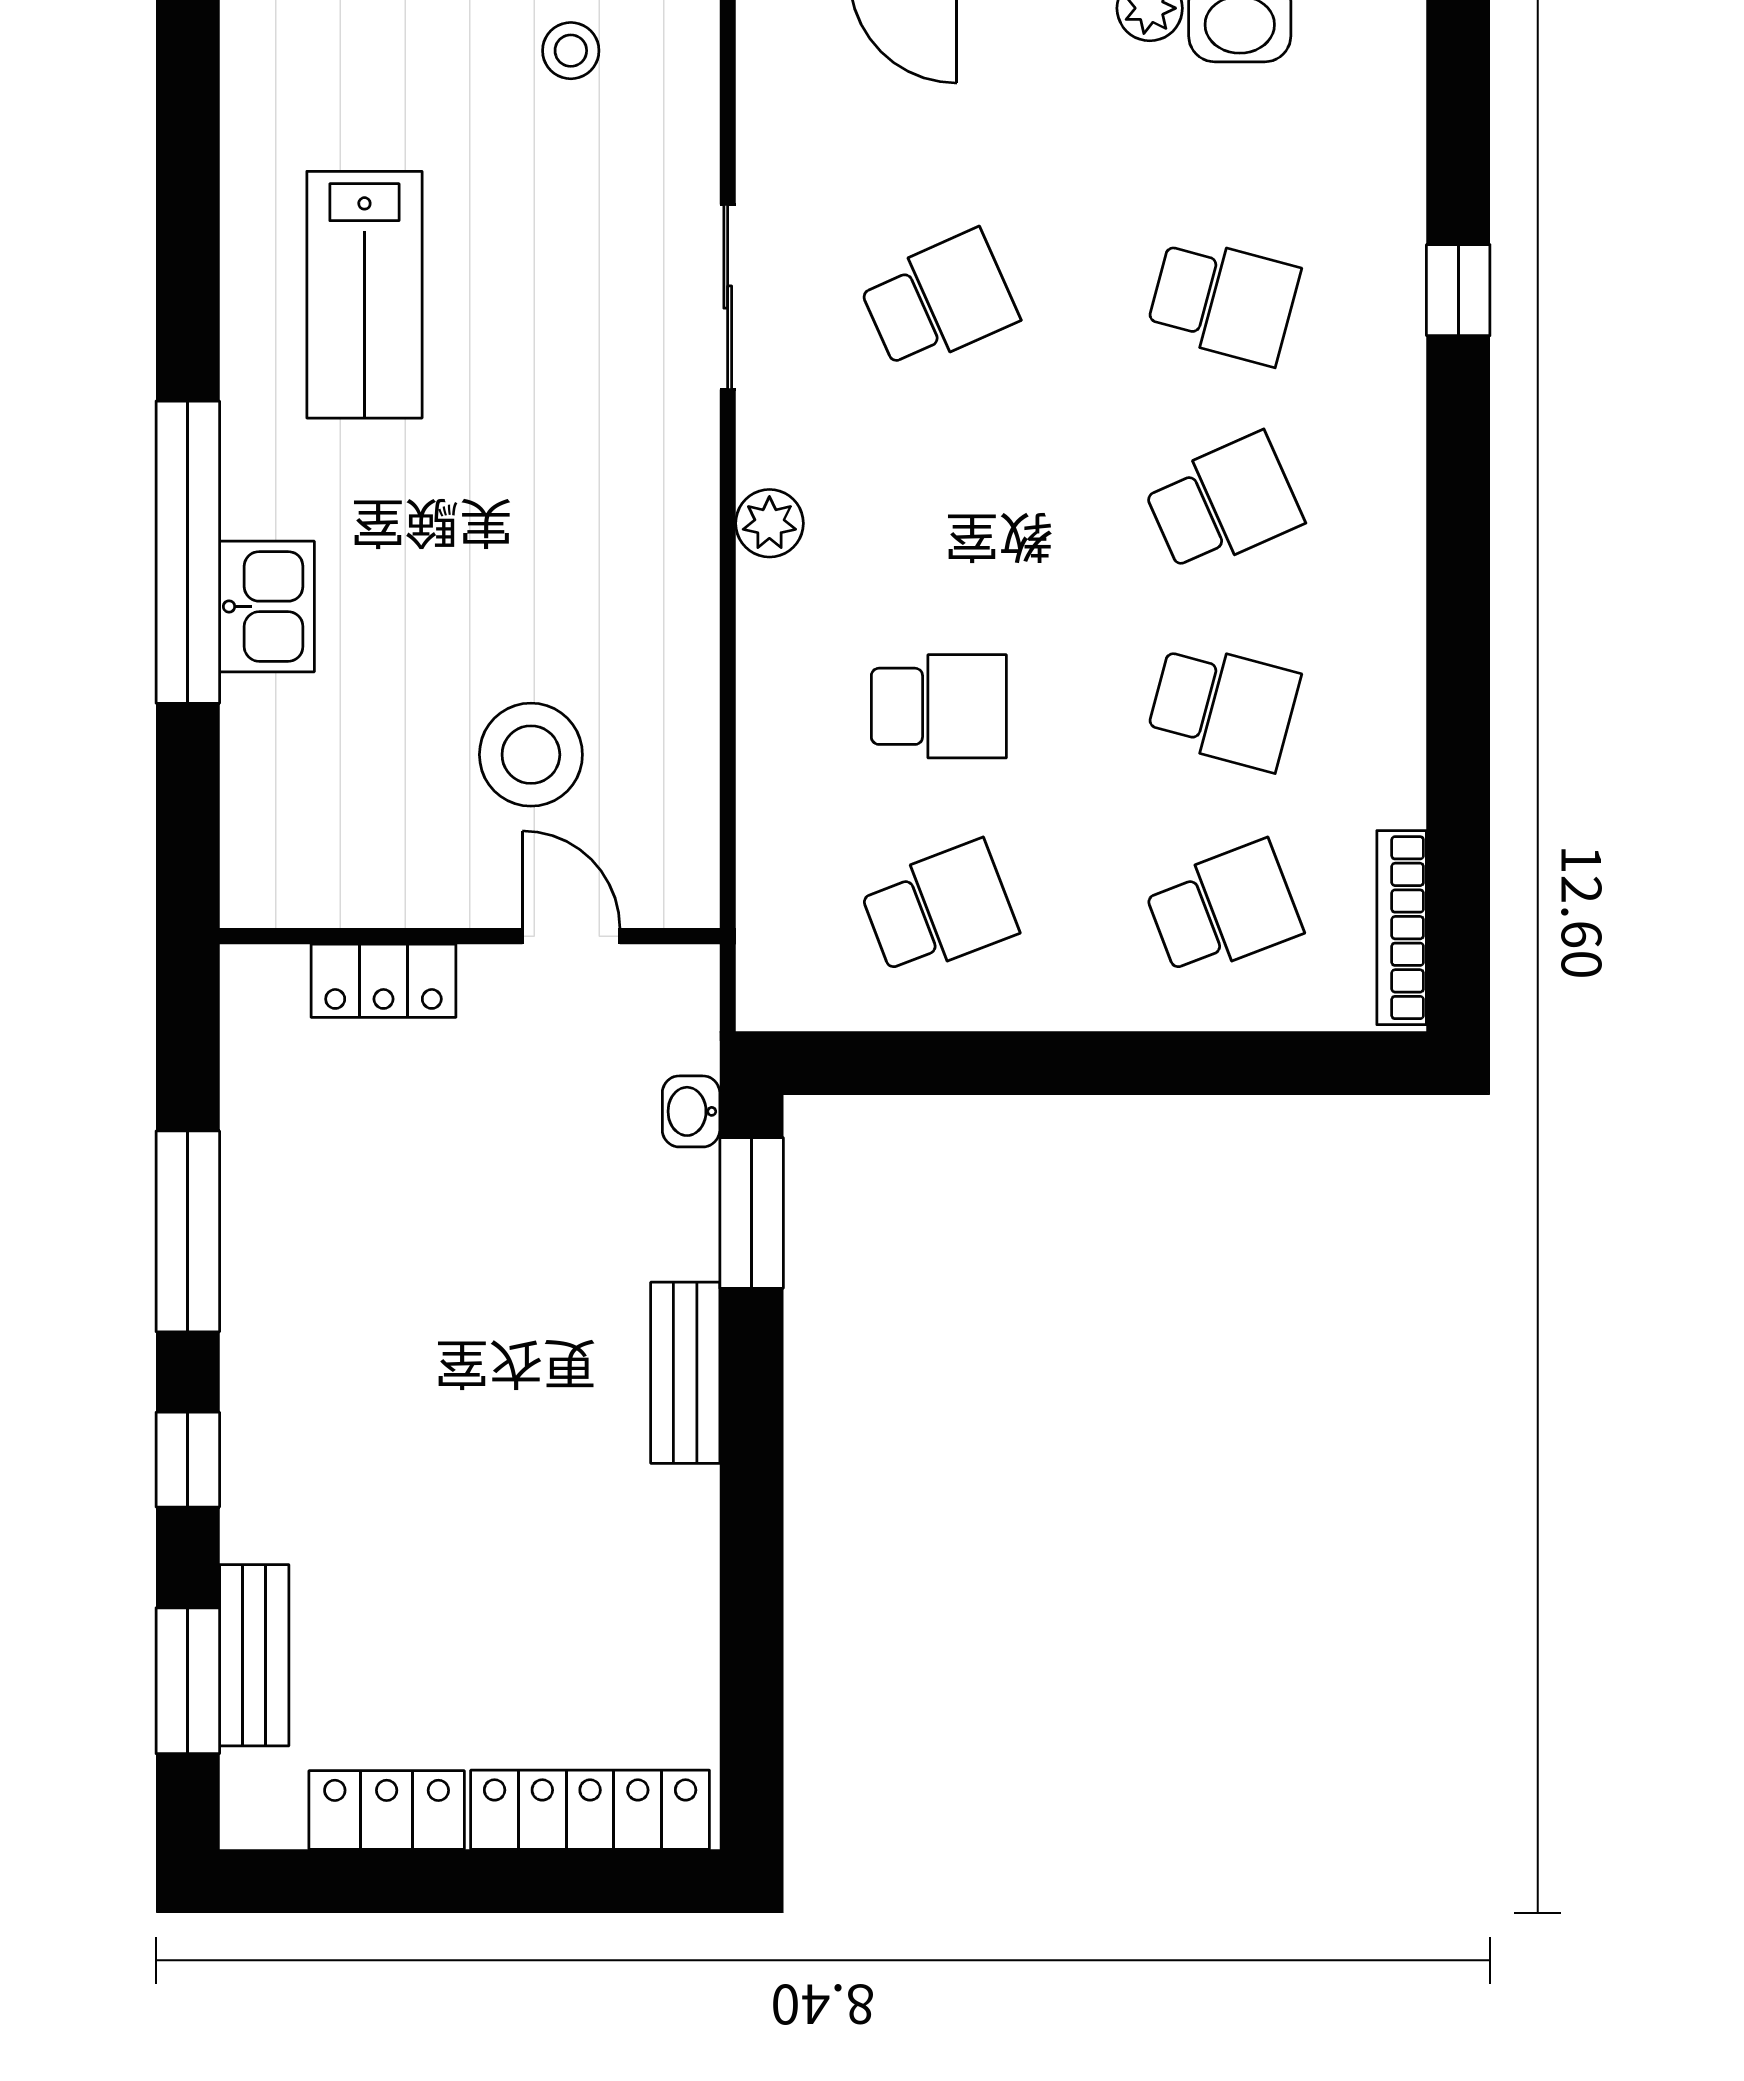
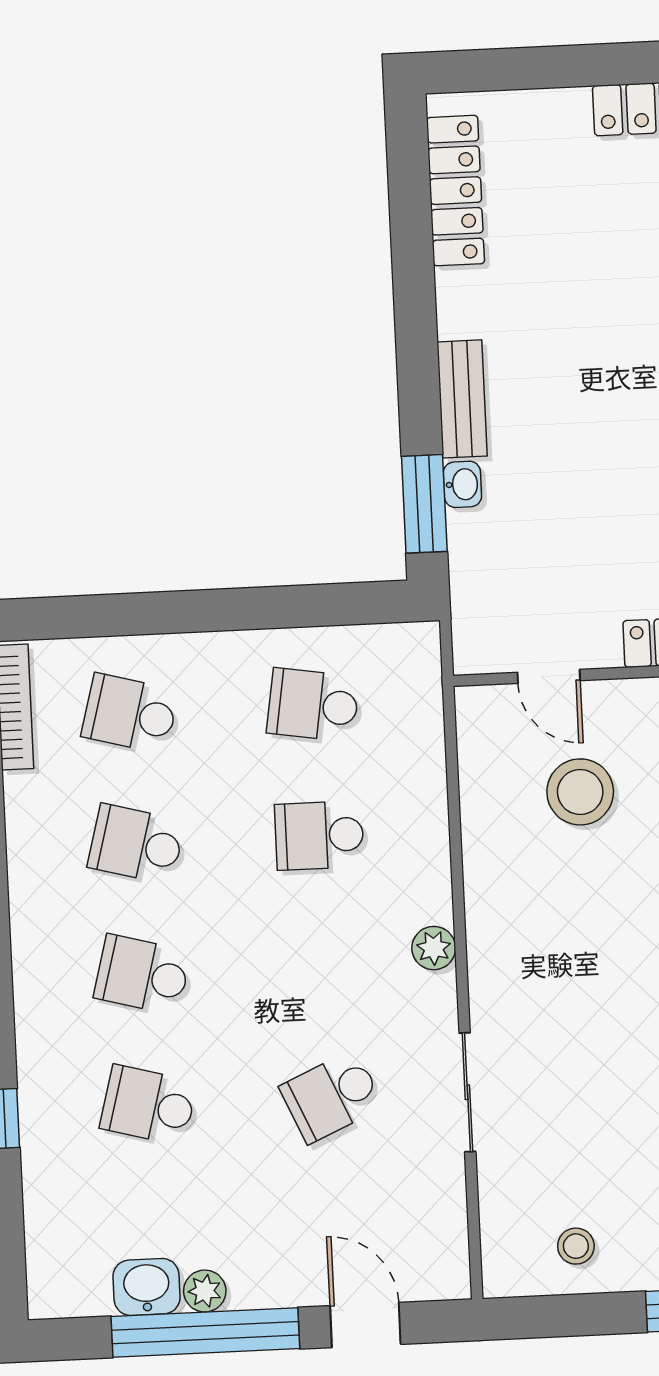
school desk: (1223, 503) -> (142, 975), turned 39
school desk: (939, 909) -> (313, 705), turned 30
school desk: (1223, 909) -> (130, 714), turned 36
washbasin: (691, 1111) -> (462, 484), moved
locker: (590, 1810) -> (456, 191), moved, turned -90

